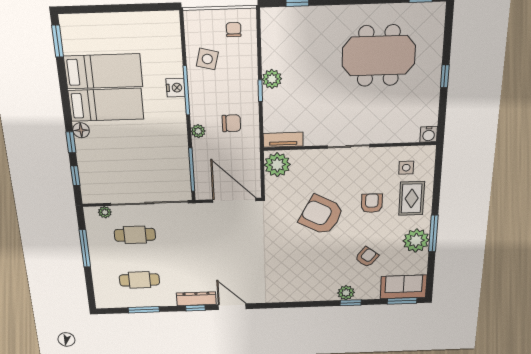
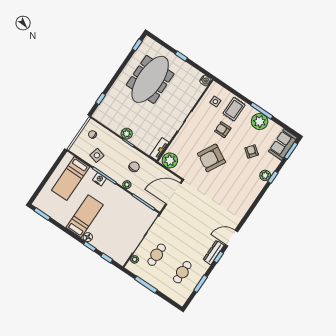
meeting table: (379, 56) -> (150, 79), width x1.36
bed: (103, 71) -> (71, 178), moved, turned 180
rug: (412, 198) -> (234, 109), turned 90

